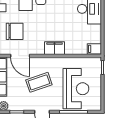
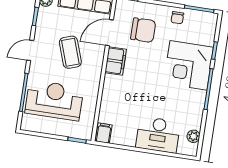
chair: (15, 31) -> (143, 30), turned -90
filing cabinet: (55, 48) -> (116, 61), moved
reception desk: (76, 89) -> (54, 100), turned 180

